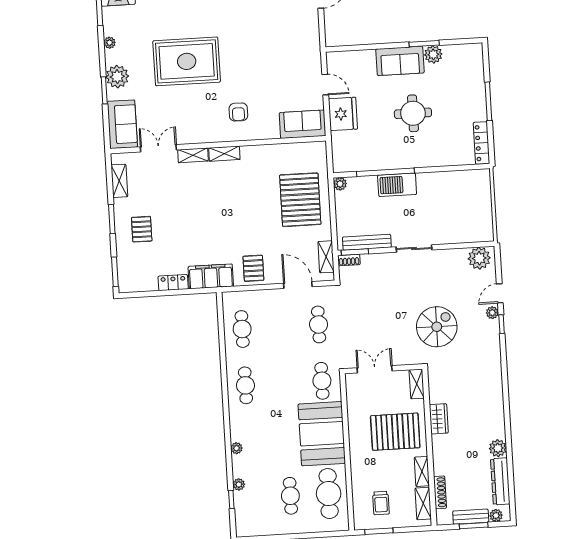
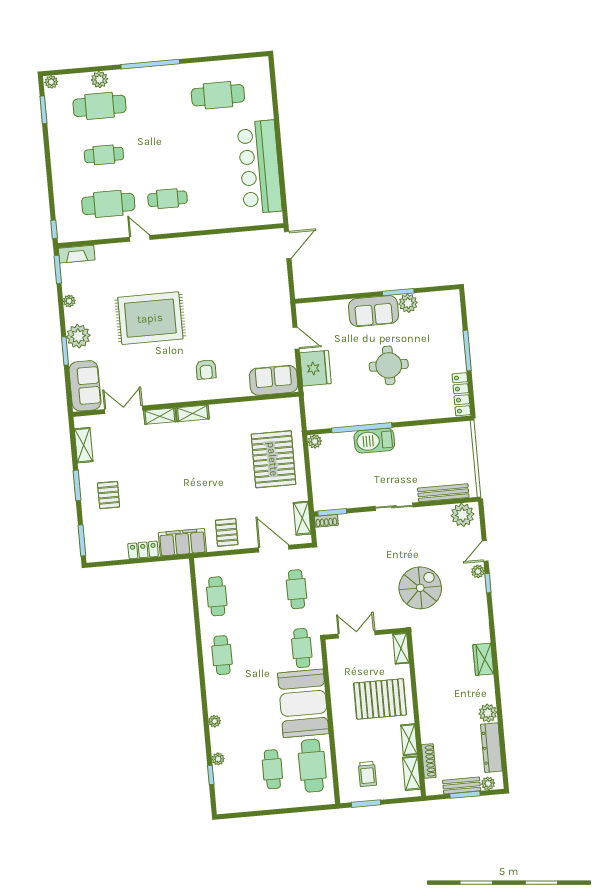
bench: (367, 242) -> (443, 493), moved
wardrobe: (439, 419) -> (483, 659), moved, turned 180

